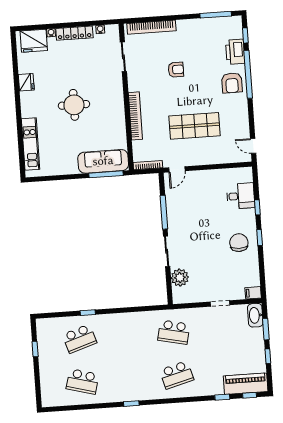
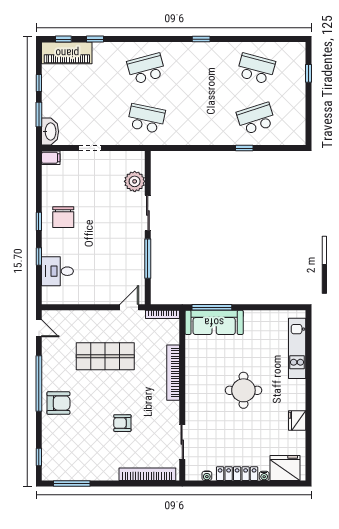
printer: (235, 52) -> (52, 439), removed
window: (248, 74) -> (39, 383), moved
armchair: (232, 83) -> (58, 403), turned 90
window: (35, 349) -> (308, 73), moved

